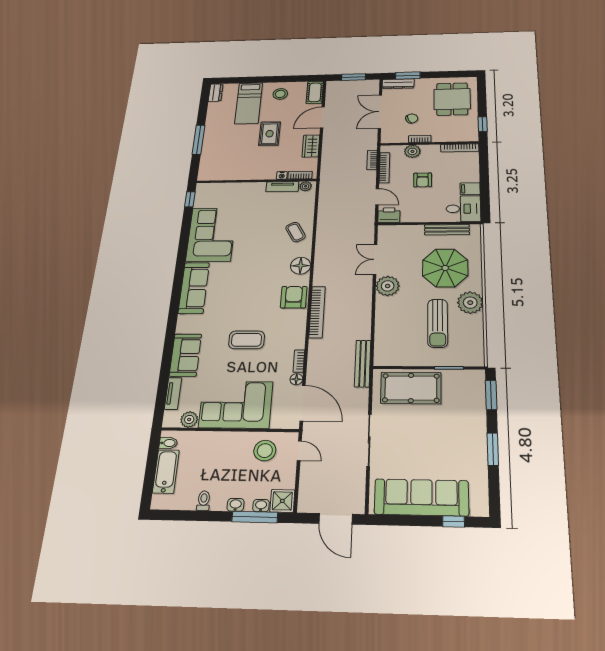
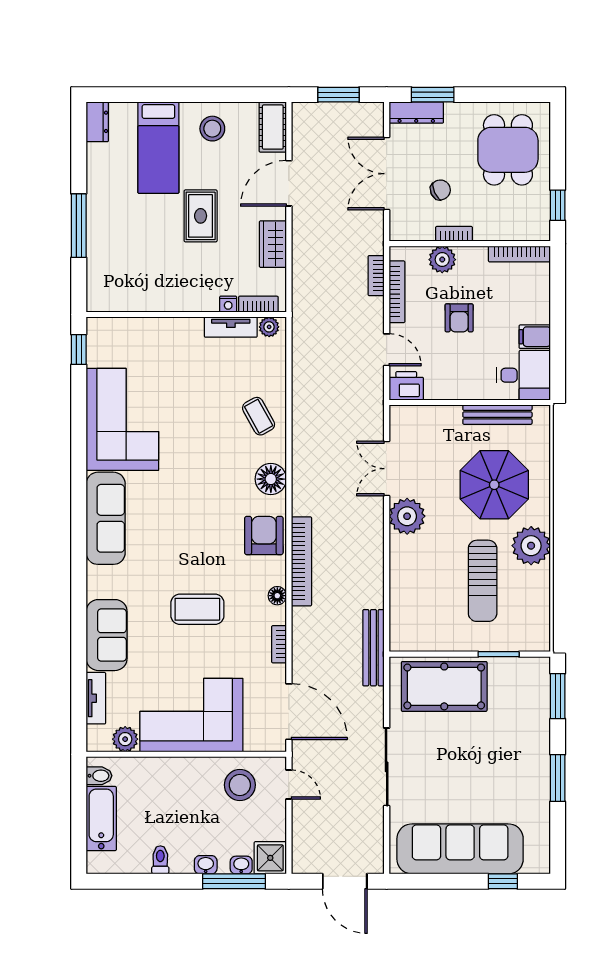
floor lamp: (296, 379) -> (277, 596), moved

